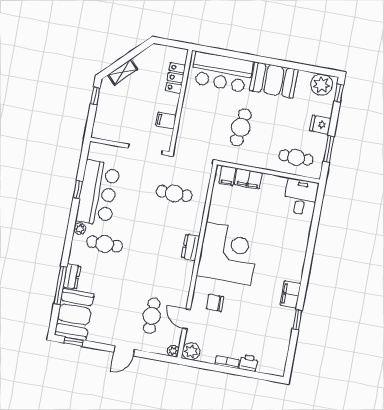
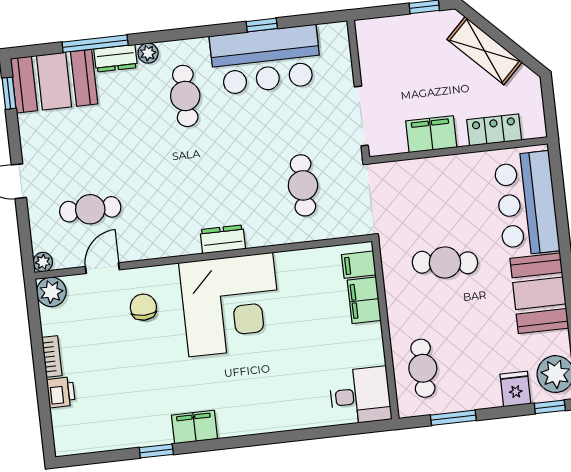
shelving: (123, 72) -> (484, 51), width x1.50, depth x1.33
filing cabinet: (166, 120) -> (431, 134), width x2.00
fridge: (320, 125) -> (515, 389), moved
plant: (80, 229) -> (148, 53), moved

